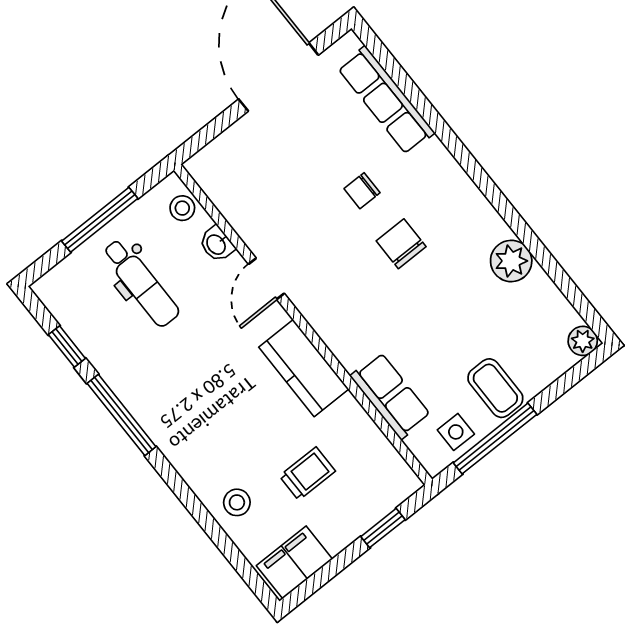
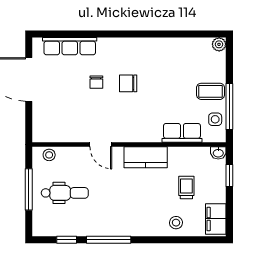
washbasin: (217, 244) -> (218, 153), moved
plant: (511, 261) -> (168, 47), removed

